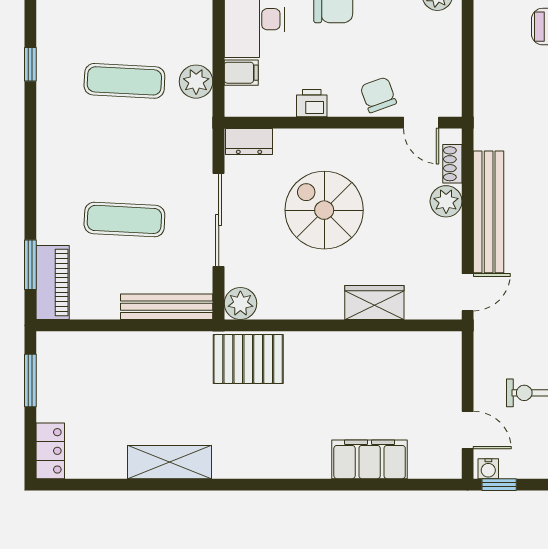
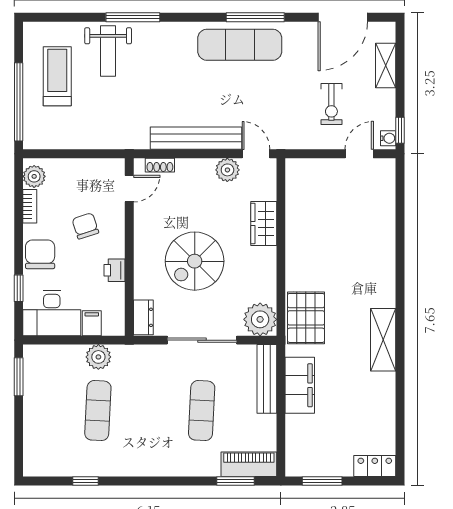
chair: (378, 95) -> (85, 226), moved, turned 92
plant: (446, 201) -> (227, 170), moved
plant: (240, 303) -> (260, 319), width x1.36, depth x1.36
filing cabinet: (370, 459) -> (300, 385), moved, turned 180
shelving: (169, 462) -> (383, 340), moved

